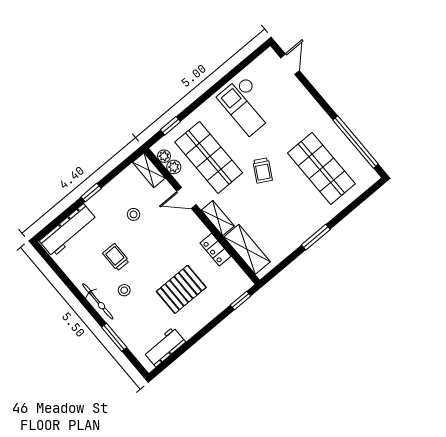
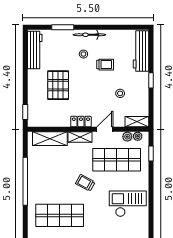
window: (316, 237) -> (25, 181), width x2.11
locker: (216, 250) -> (81, 122), moved
workbench: (164, 347) -> (35, 50), width x1.38

